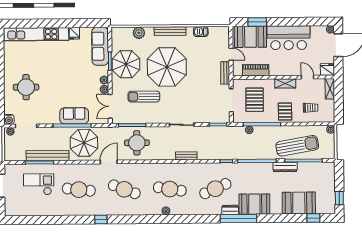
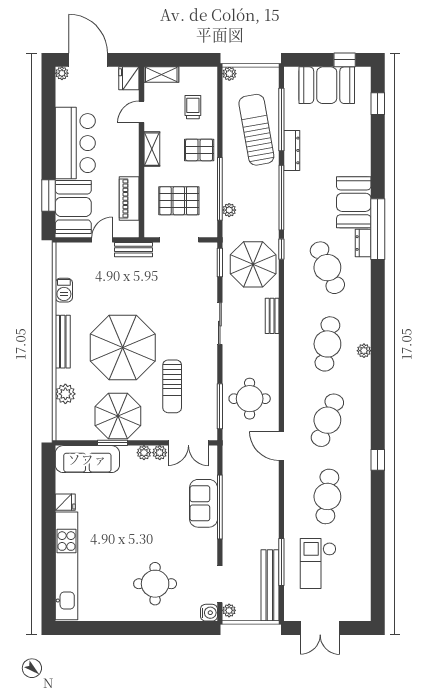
parasol: (84, 143) -> (253, 264), moved
bench: (48, 156) -> (270, 585), moved
booth: (299, 203) -> (327, 85), moved, turned 90

